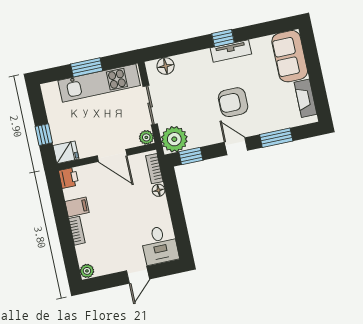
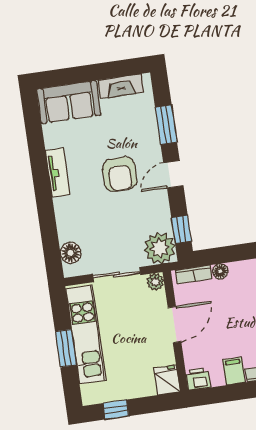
window: (223, 38) -> (41, 181), removed
window: (44, 135) -> (116, 410), moved

